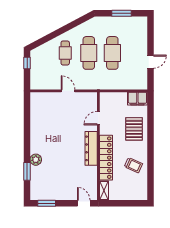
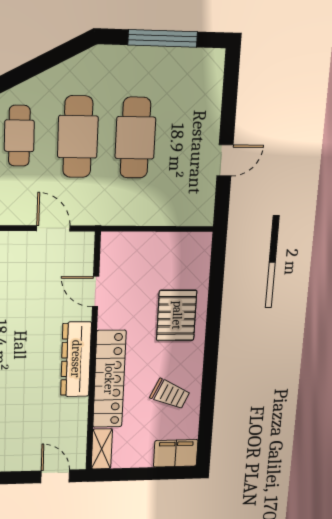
window: (121, 13) -> (163, 38), width x1.44
door: (68, 91) -> (53, 228), moved
filing cabinet: (137, 99) -> (176, 453), moved, turned 180
door: (98, 118) -> (96, 292), hinge flipped

